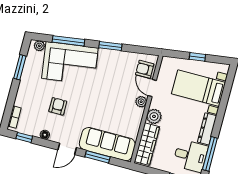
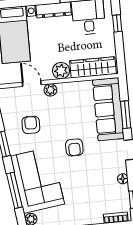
armchair: (145, 69) -> (31, 125), moved, turned 180
door: (152, 88) -> (32, 84), swing flipped
armchair: (58, 106) -> (74, 147), moved, turned -90

